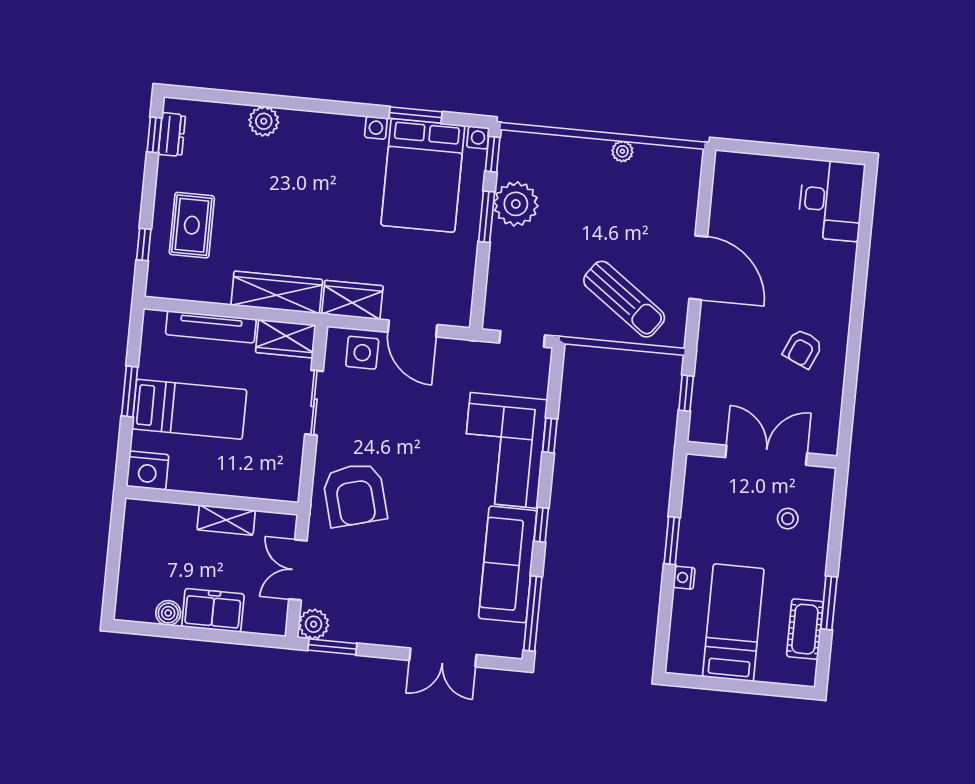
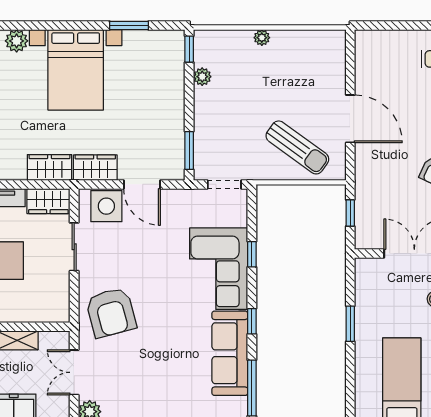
plant: (622, 151) -> (262, 38), moved
bed with nightstands: (423, 175) -> (76, 70), moved
plant: (516, 204) -> (202, 77), width x0.53, depth x0.53
window: (487, 217) -> (189, 151), moved
wardrobe: (277, 292) -> (50, 167), width x0.67
side table: (362, 353) -> (106, 206), width x1.37, depth x1.37
nightstand: (684, 578) -> (362, 350), removed

